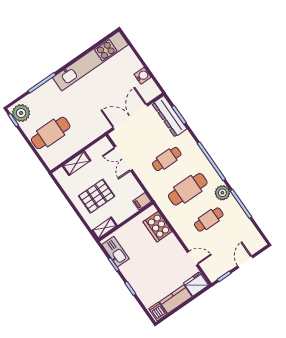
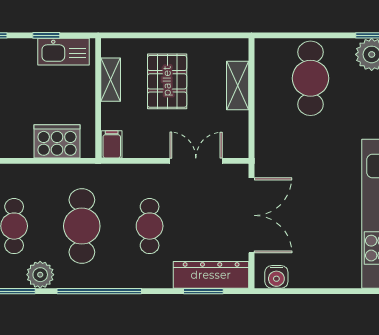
water cooler: (143, 76) -> (276, 277), moved
shelving: (105, 228) -> (111, 80), moved

